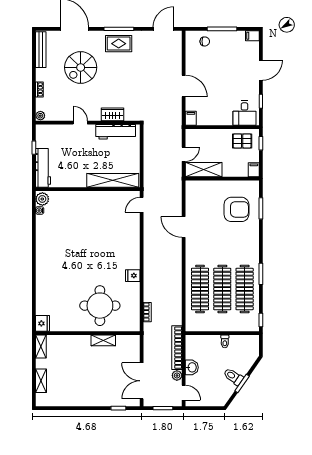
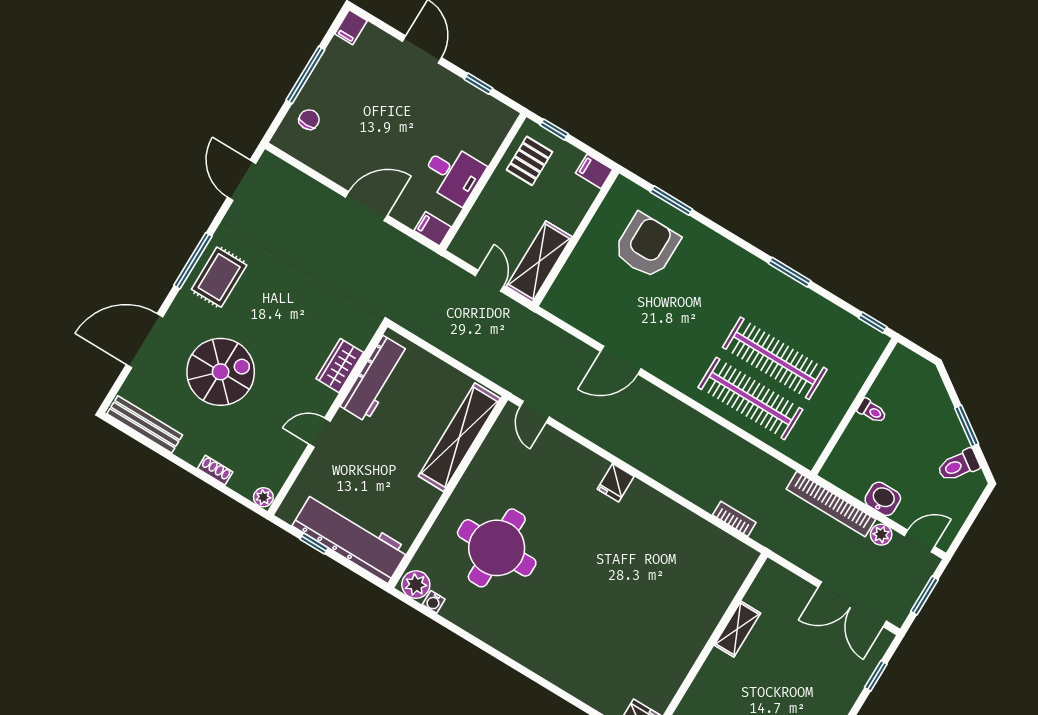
spiral stairs: (81, 67) -> (221, 372), turned -90
desk: (244, 113) -> (453, 174), moved
workbench: (43, 168) -> (350, 537), width x1.36, depth x1.32
fridge: (133, 276) -> (616, 483), moved
clothes rail: (245, 289) -> (799, 318), removed
round table: (100, 306) -> (497, 548), moved
toilet: (233, 377) -> (958, 465), moved

